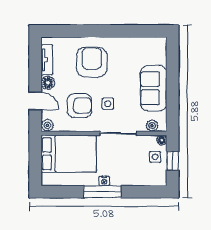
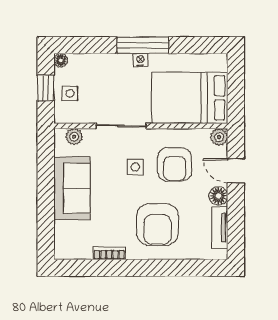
bookcase: (127, 41) -> (109, 253), added
armchair: (80, 106) -> (175, 164), turned -90
floor lamp: (162, 140) -> (61, 60), moved

